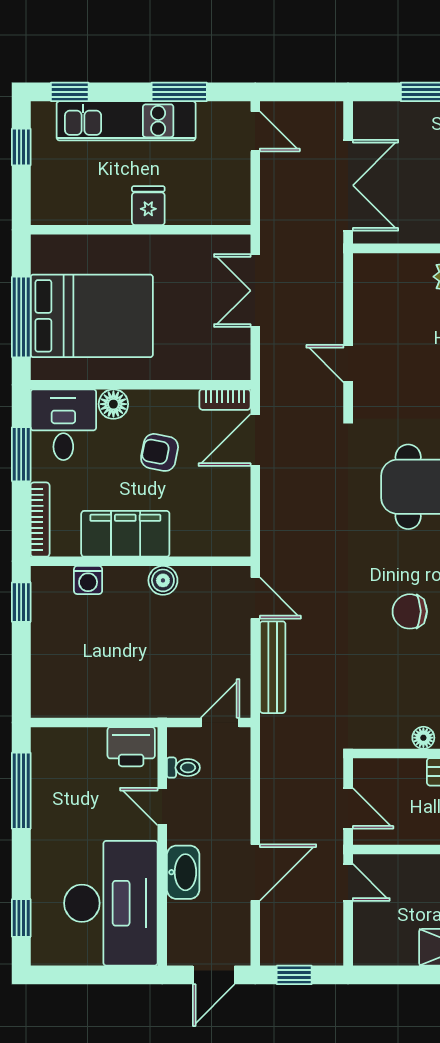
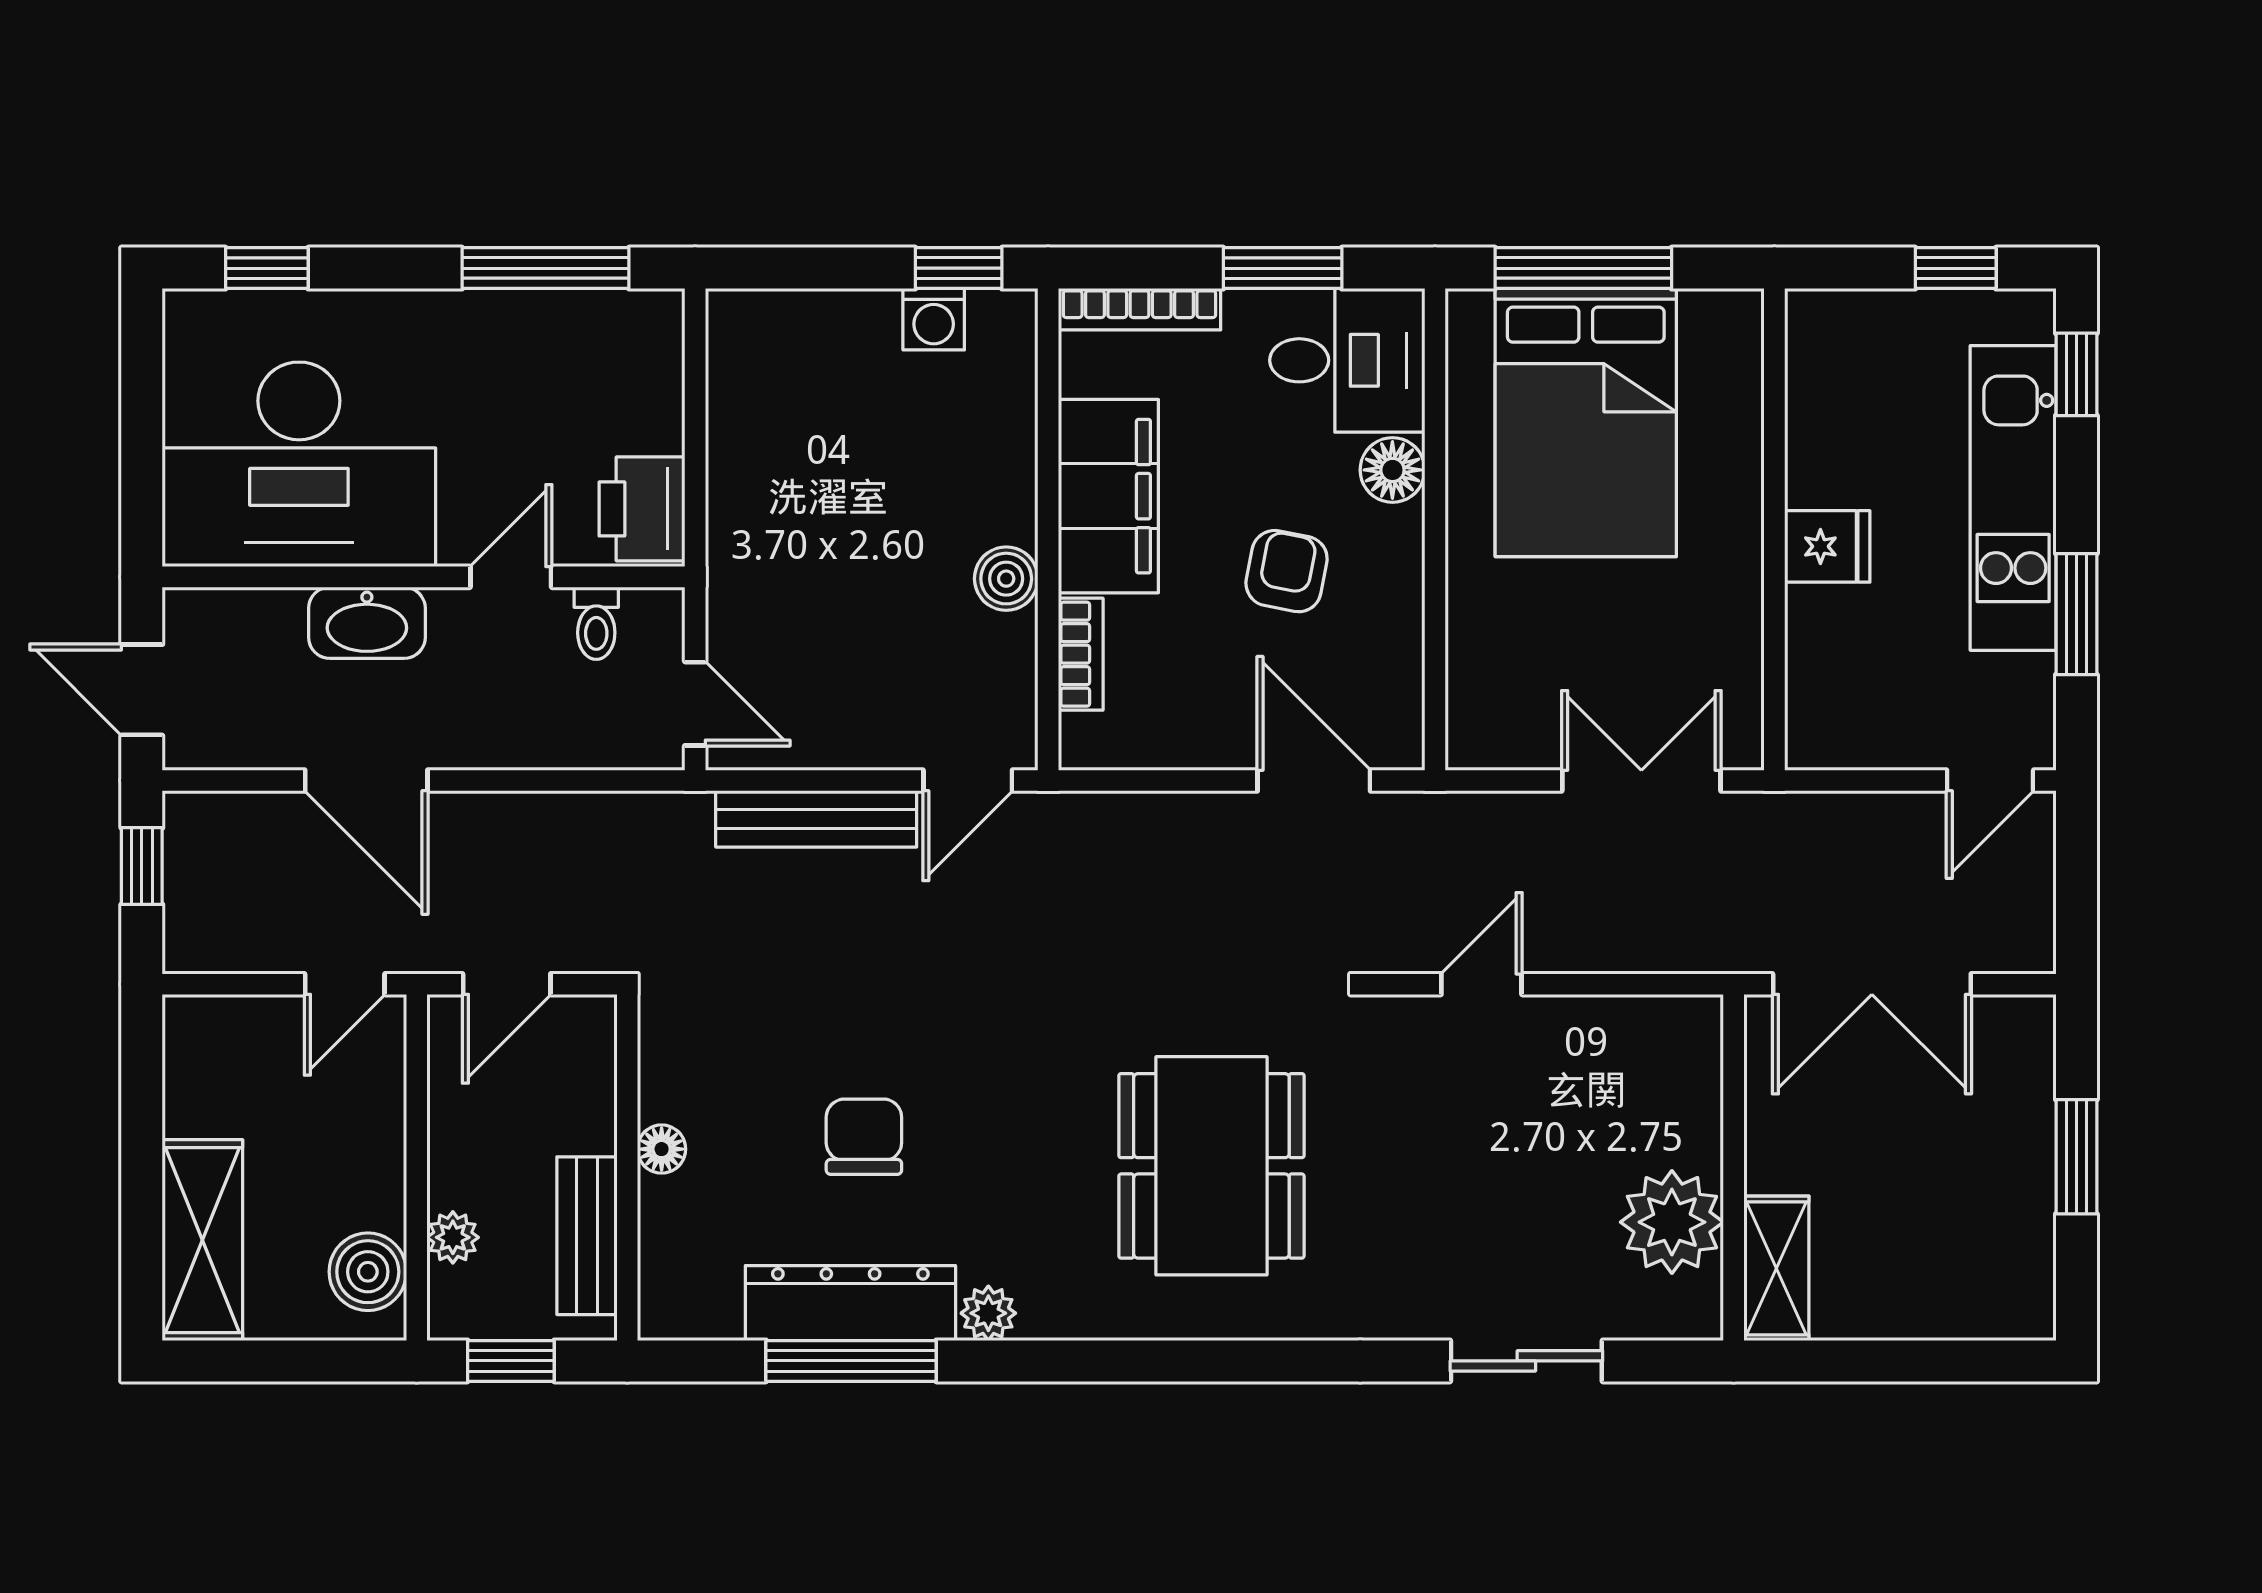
bookcase: (225, 400) -> (1081, 654), moved, turned 180
washing machine: (88, 580) -> (934, 319), moved, turned -90
chair: (410, 611) -> (864, 1137), moved

